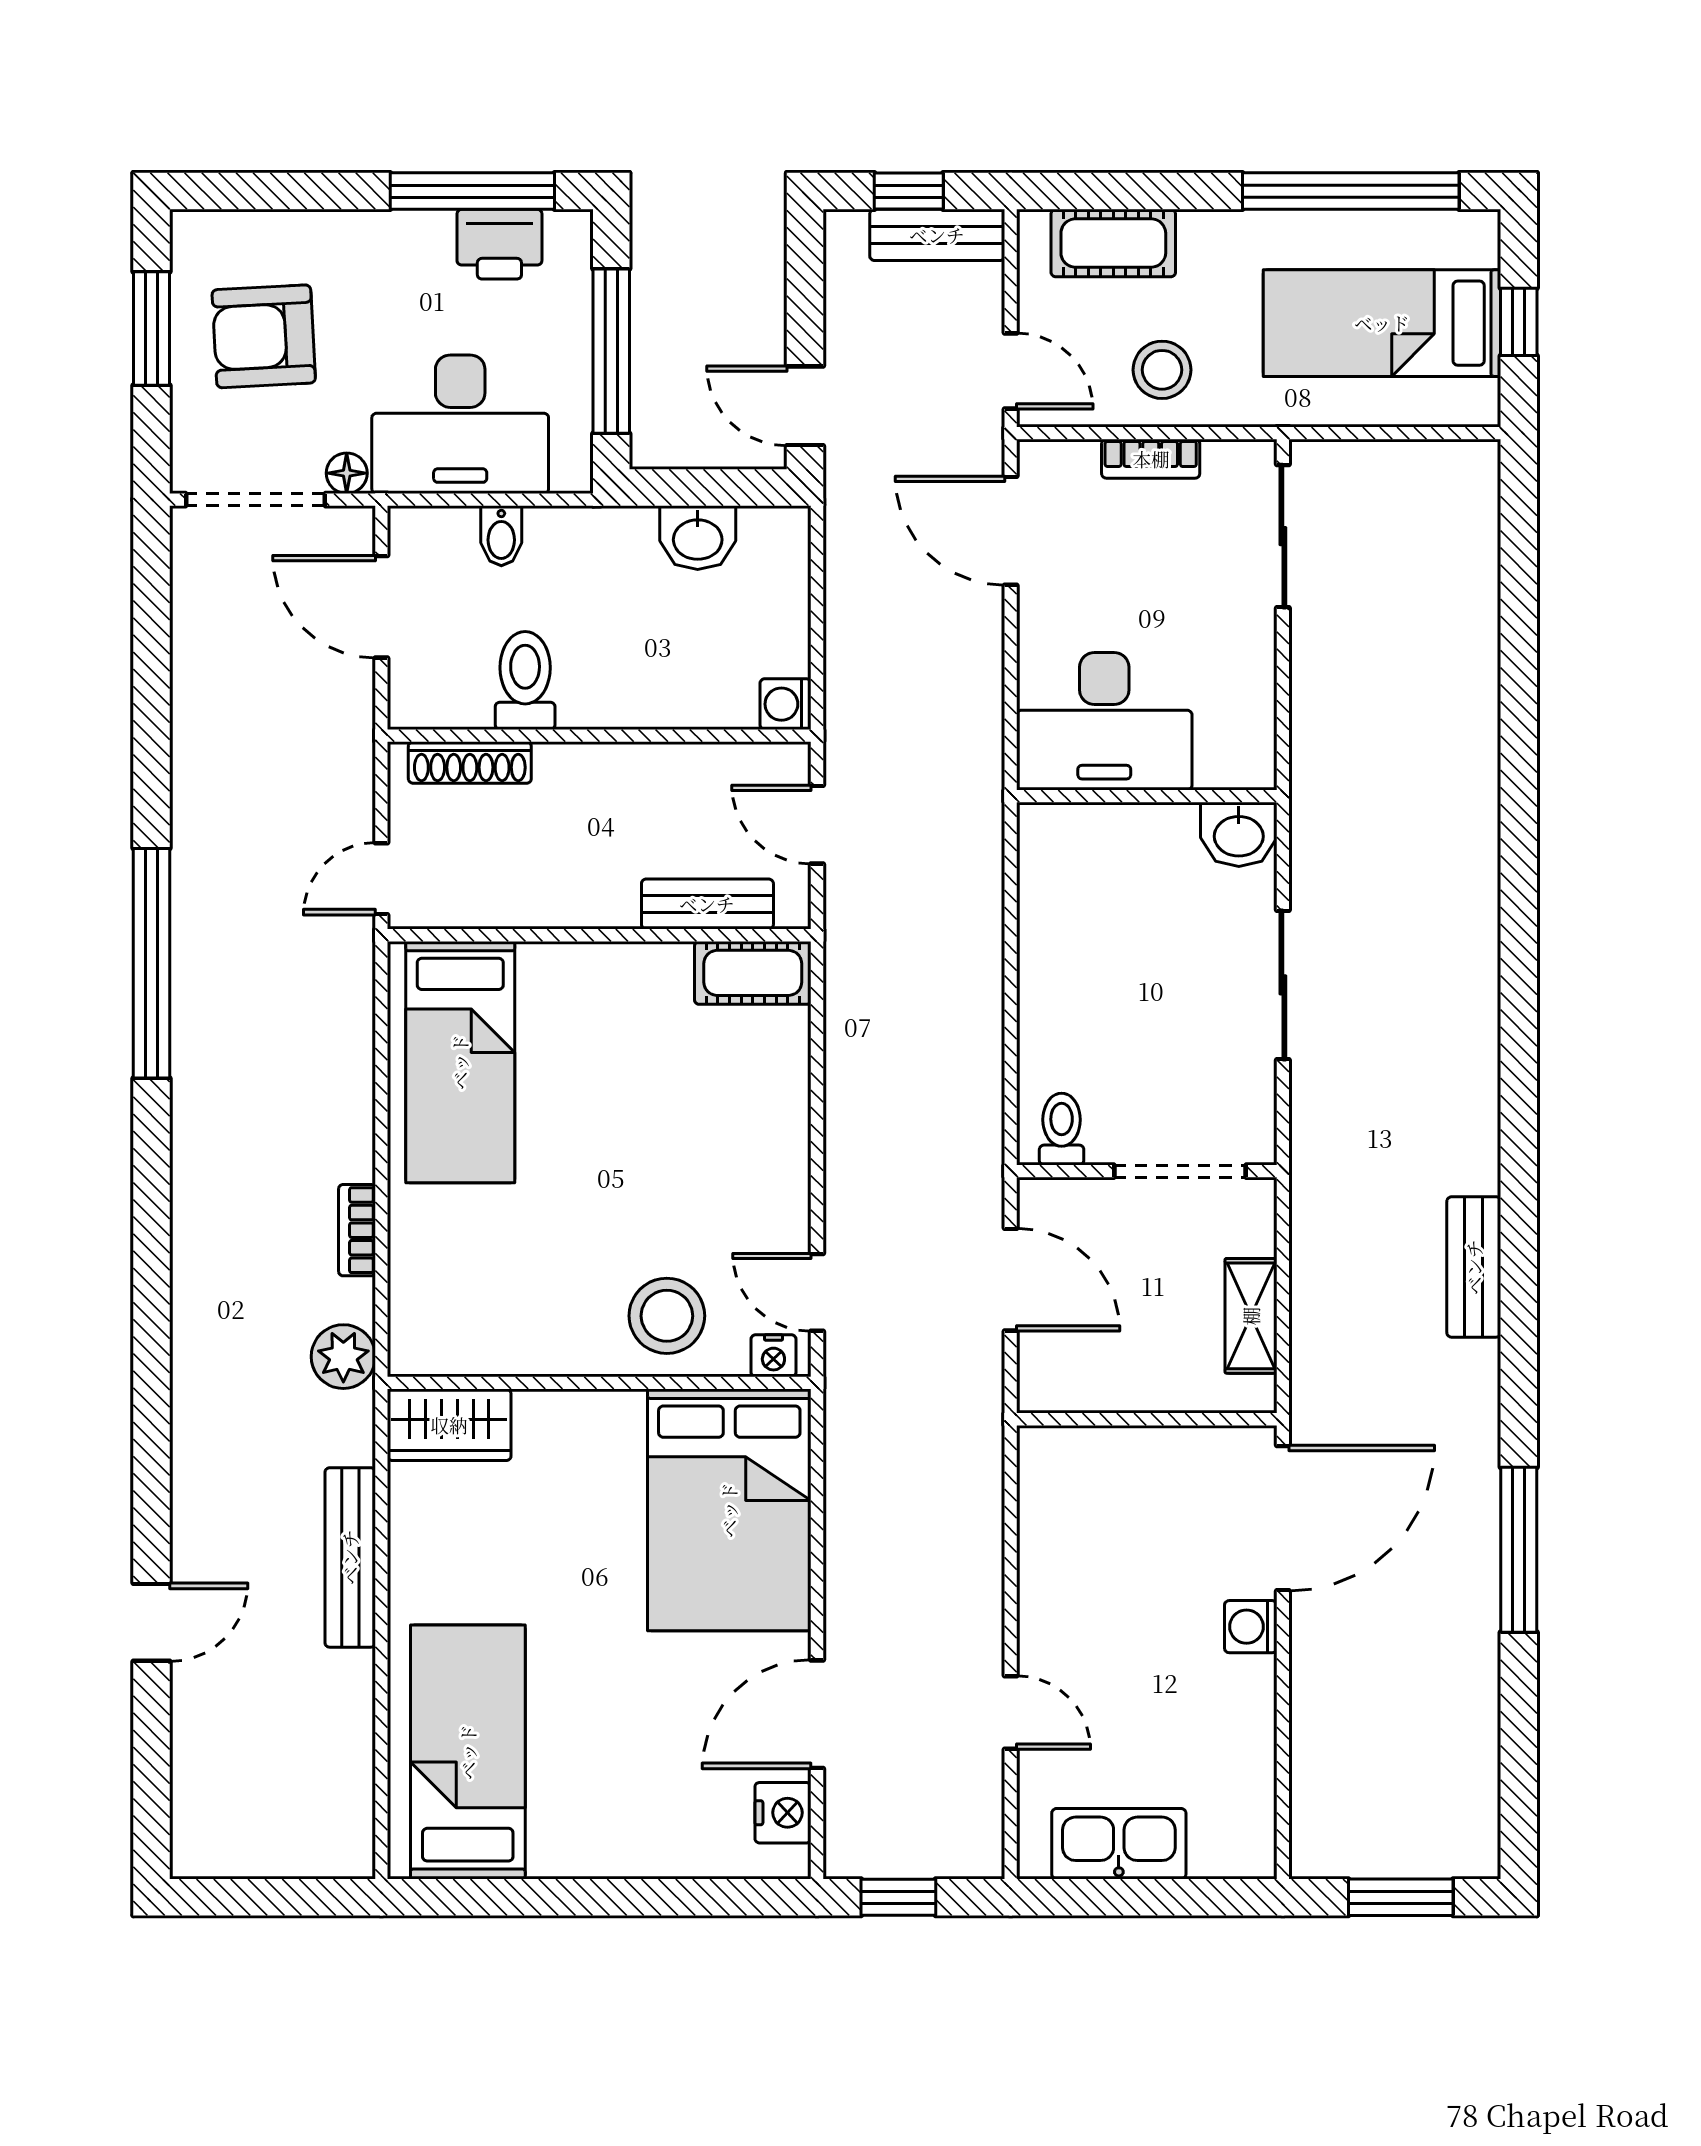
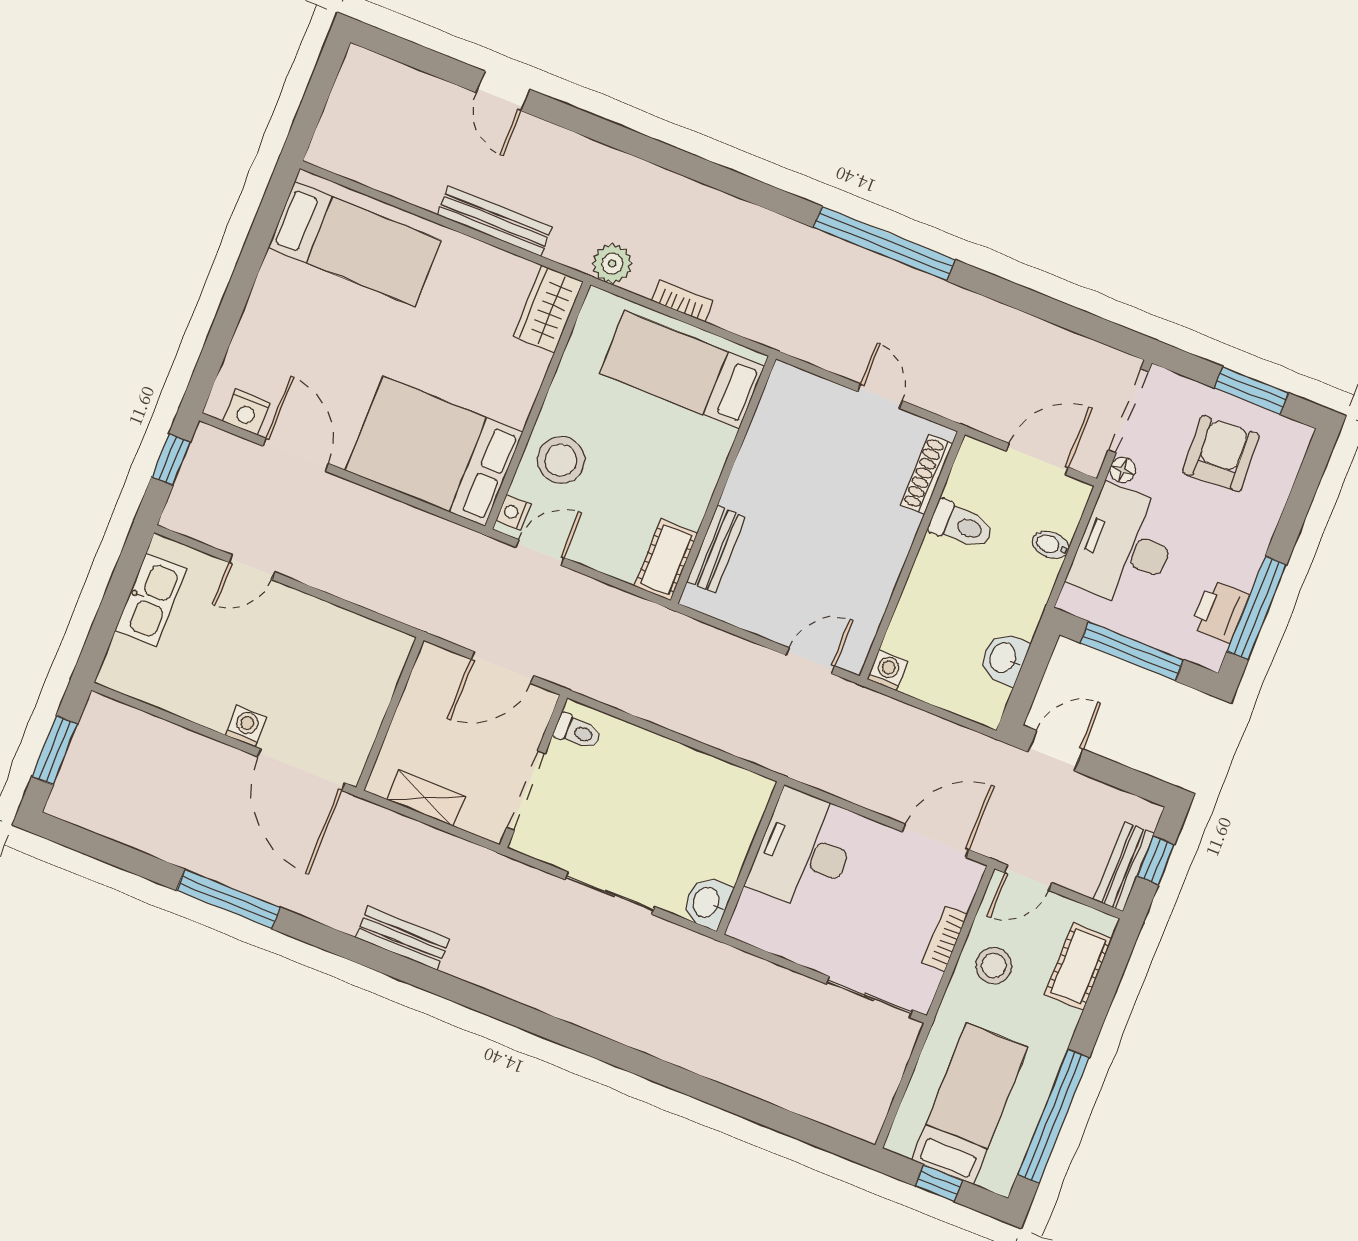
bench: (707, 904) -> (716, 549), moved
wall: (599, 935) -> (723, 480), moved
cot: (753, 973) -> (666, 560), moved
bed: (460, 1062) -> (682, 370), moved

